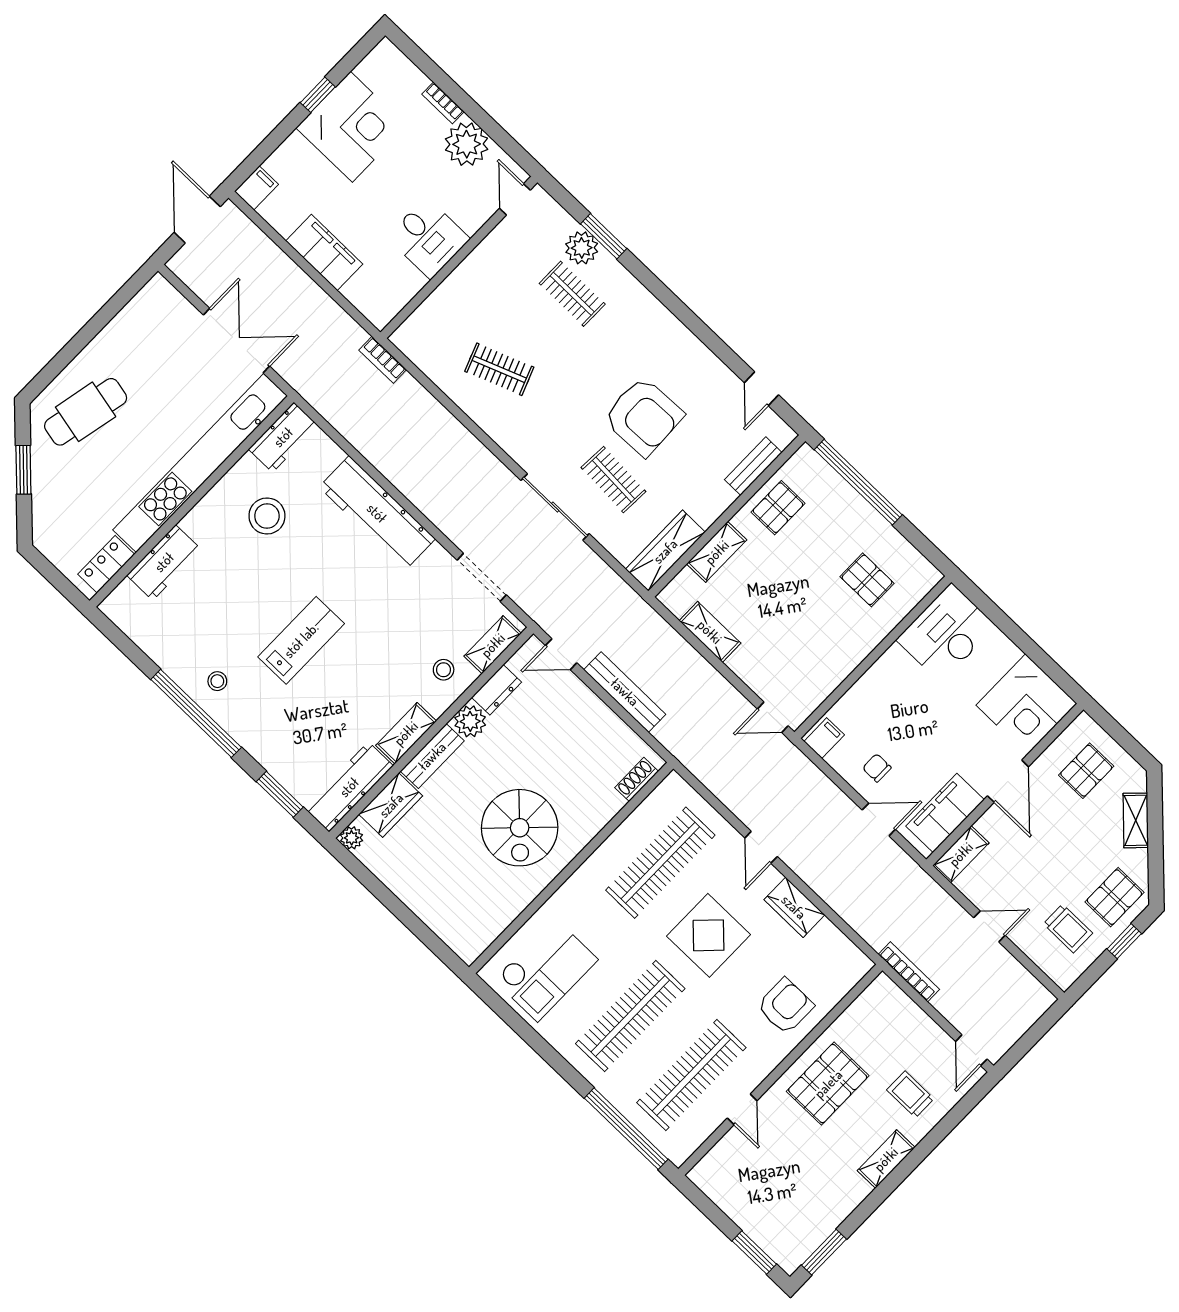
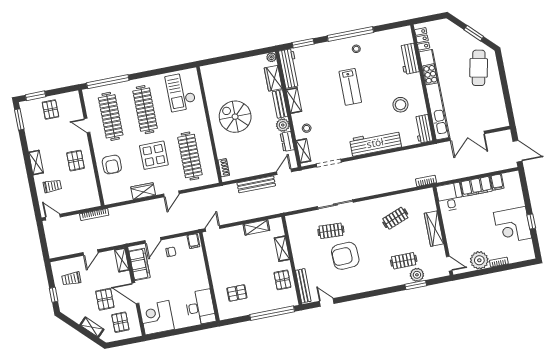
filing cabinet: (256, 188) -> (497, 182), moved
desk: (428, 238) -> (450, 197), moved, turned 90
bench: (753, 466) -> (303, 286), width x1.36
wardrobe: (665, 551) -> (434, 229), moved, turned 180
door: (761, 847) -> (171, 194), swing flipped
pallet: (1114, 897) -> (105, 299), moved
pallet: (828, 1084) -> (76, 161), width x0.67, depth x0.71
pallet: (761, 1204) -> (50, 110), added

